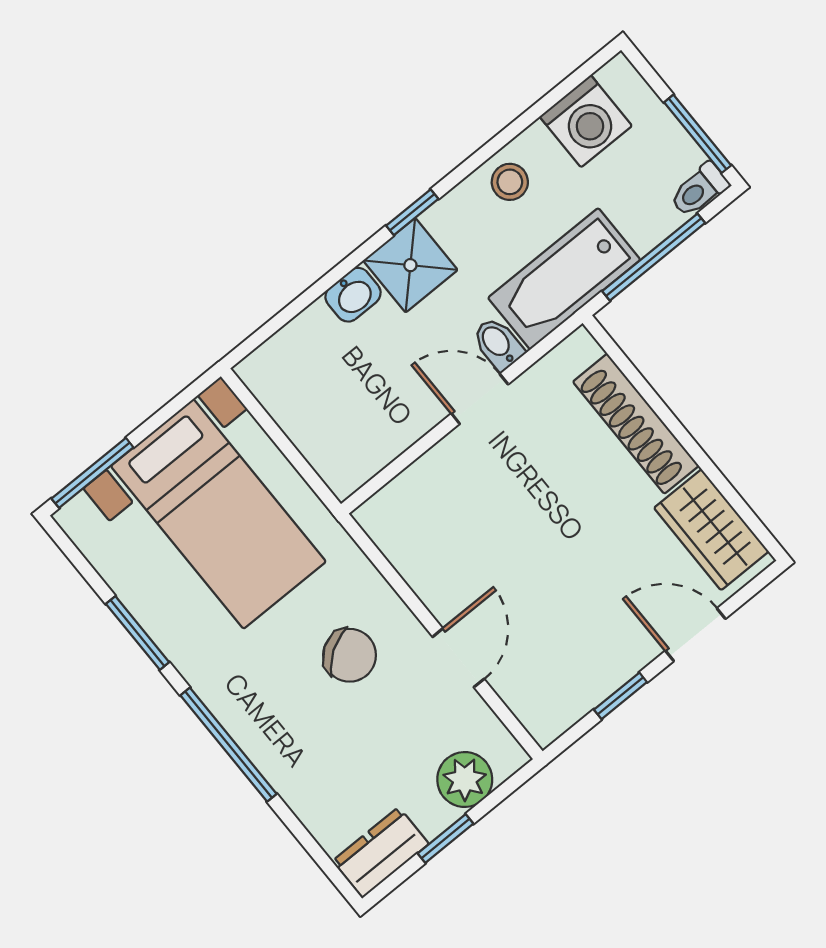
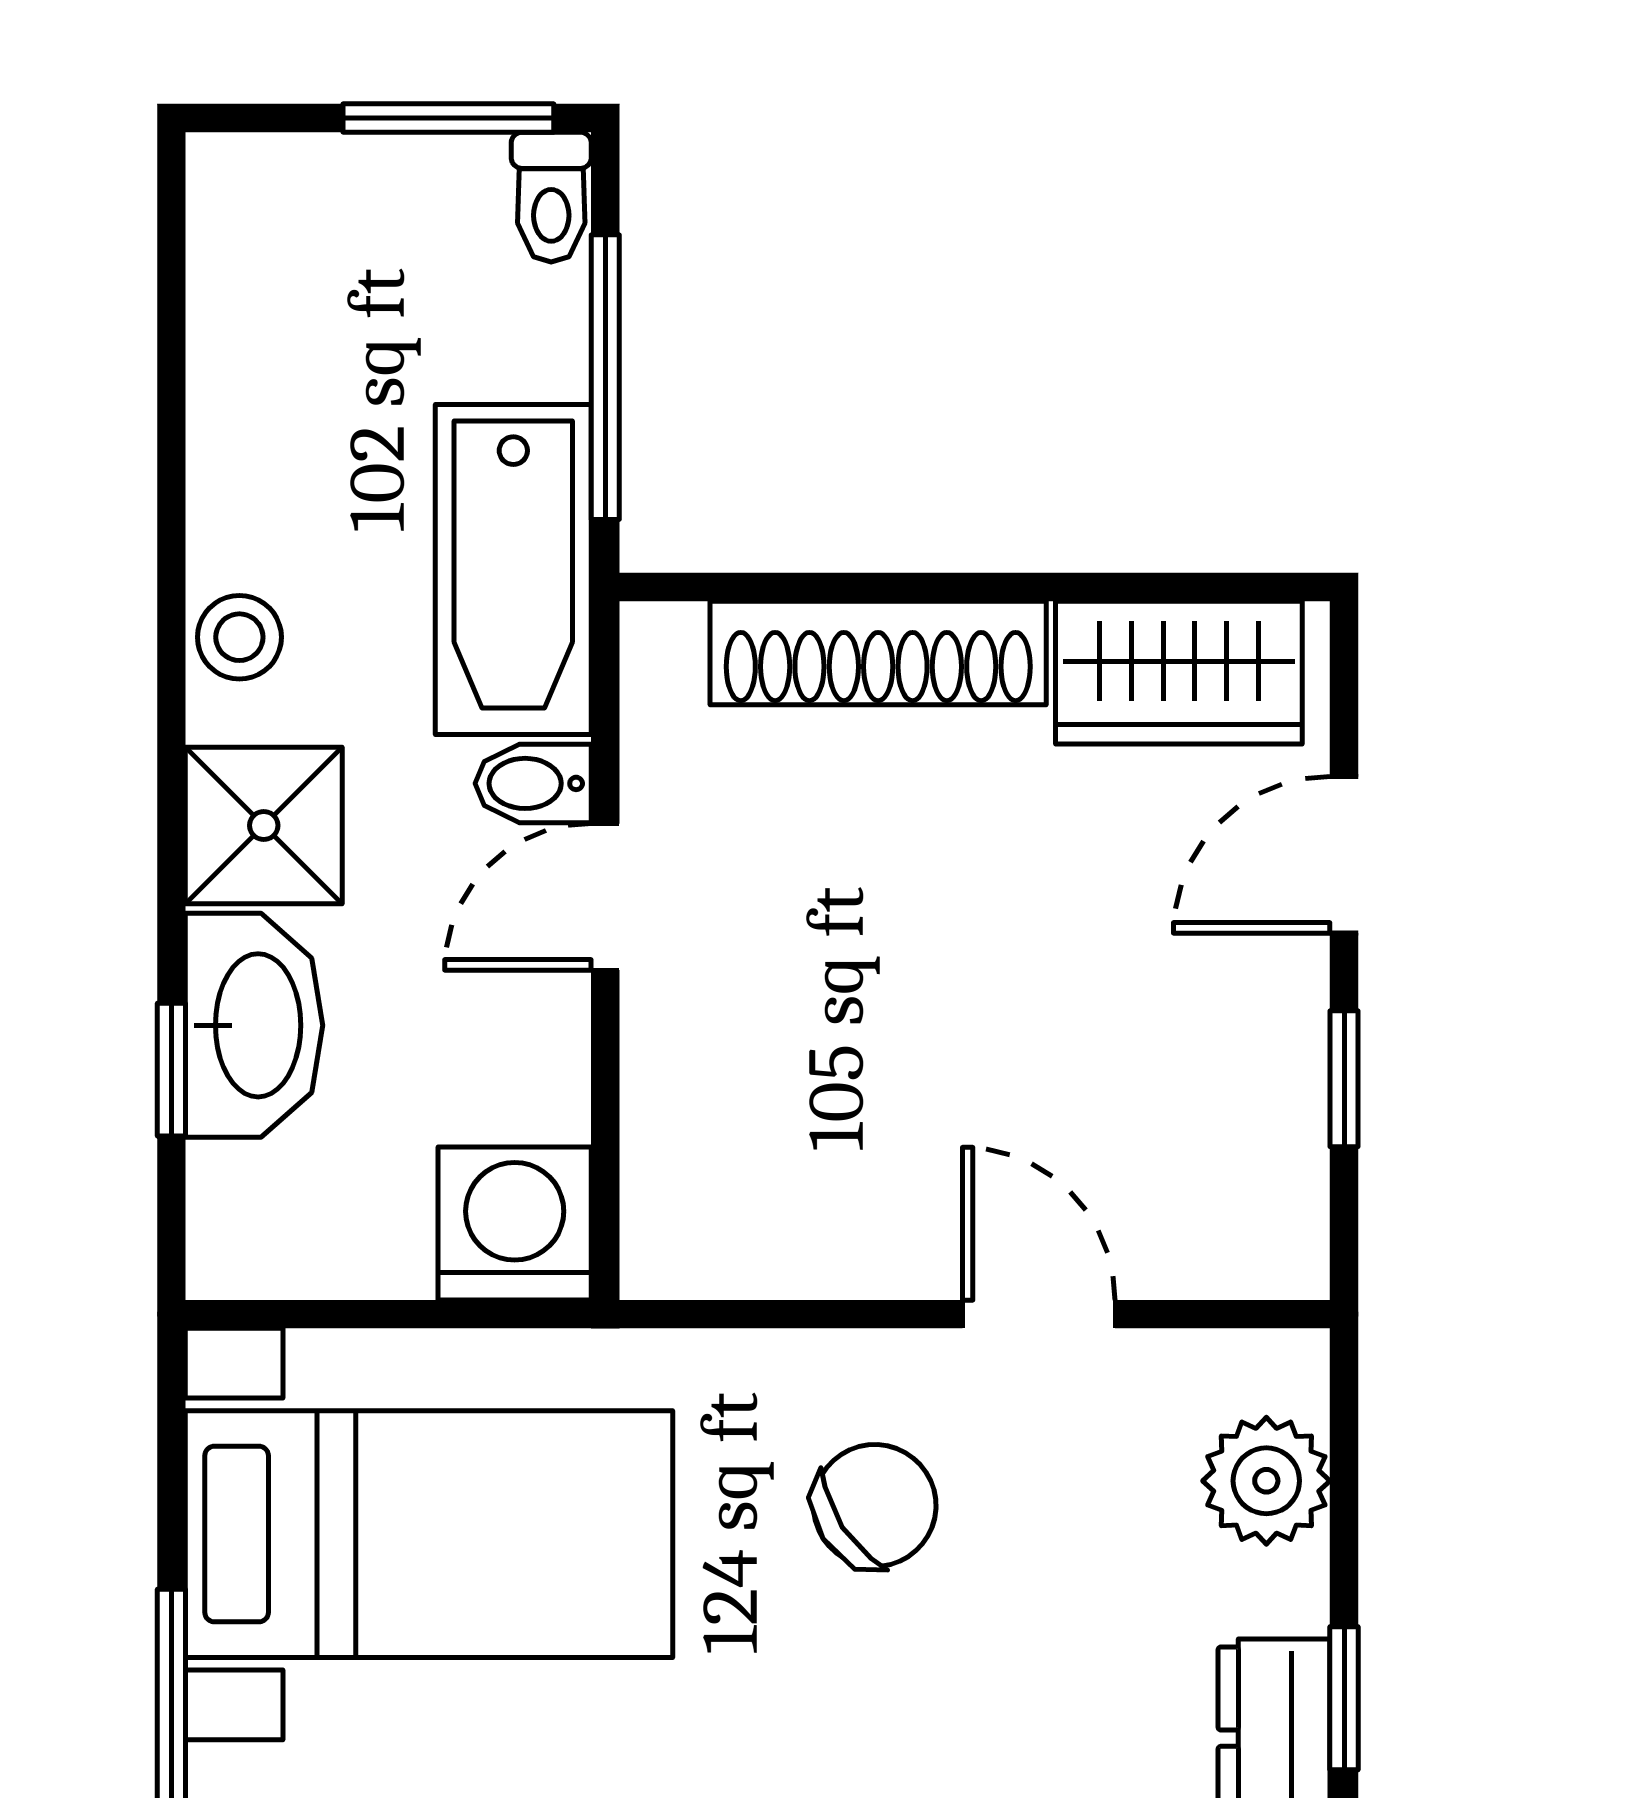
washing machine: (586, 121) -> (515, 1224), moved, turned -90
stool: (510, 182) -> (239, 637), moved
window: (412, 212) -> (171, 1070), moved
washbasin: (353, 295) -> (254, 1025), width x1.91, depth x1.45
window: (446, 838) -> (1344, 1698), moved

